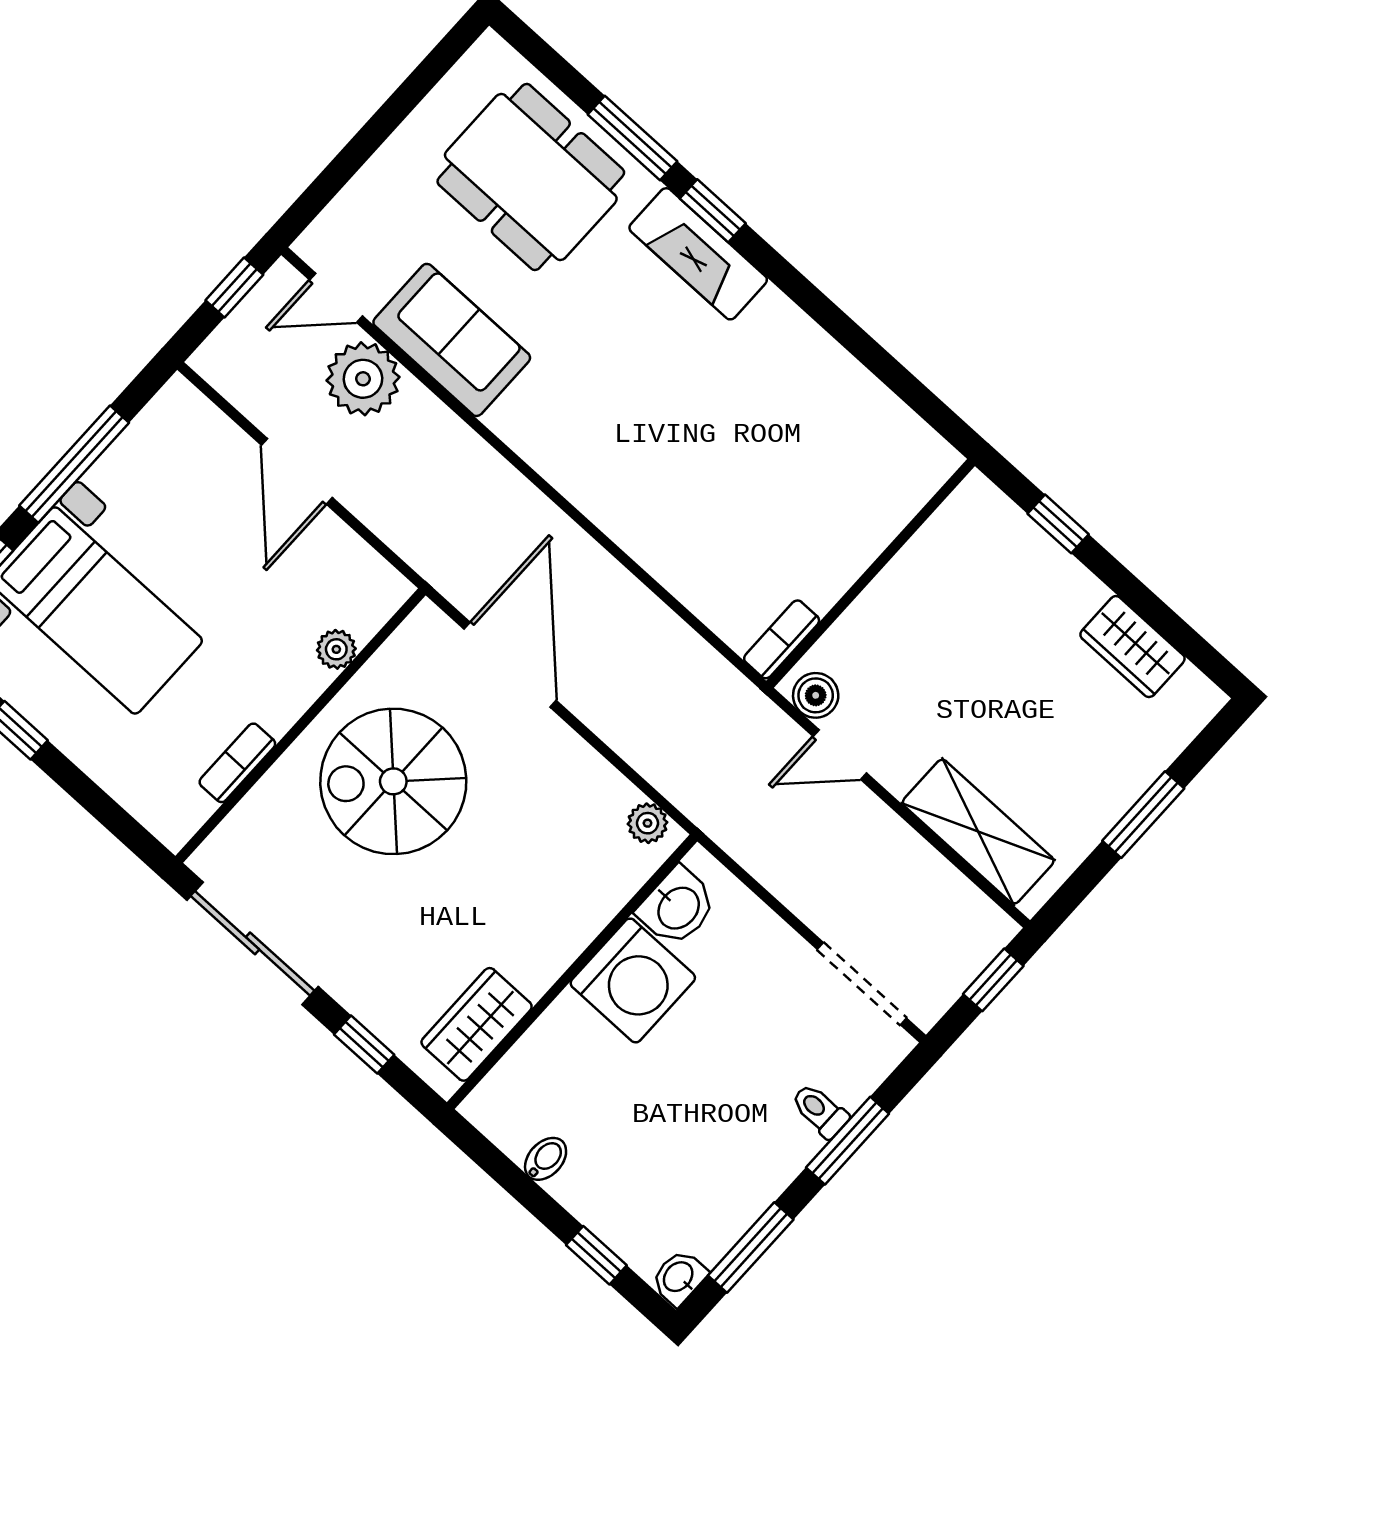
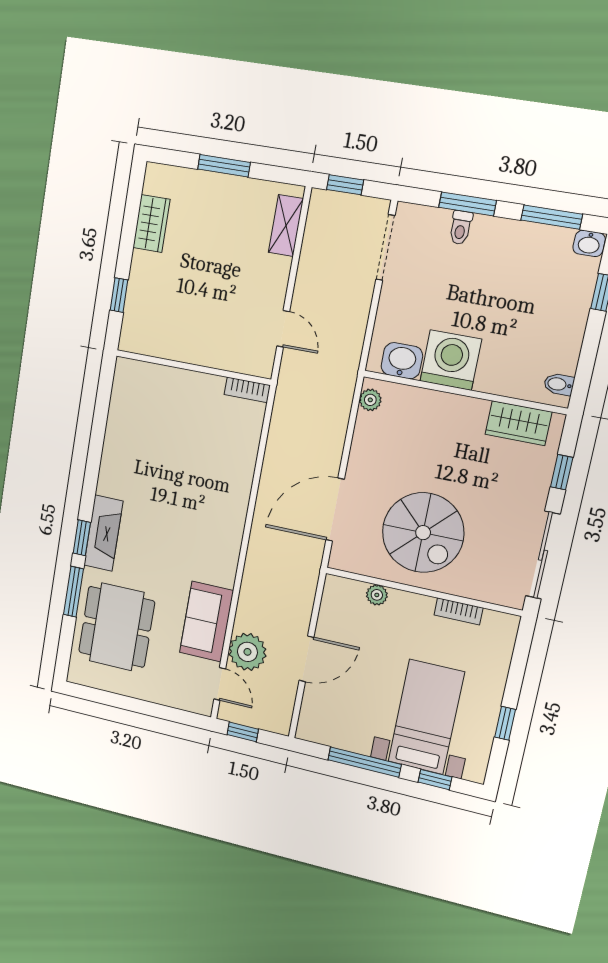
boiler: (816, 695) -> (263, 358), removed
shelving: (978, 832) -> (286, 225), width x0.67, depth x0.75
bidet: (546, 1159) -> (559, 384), moved

